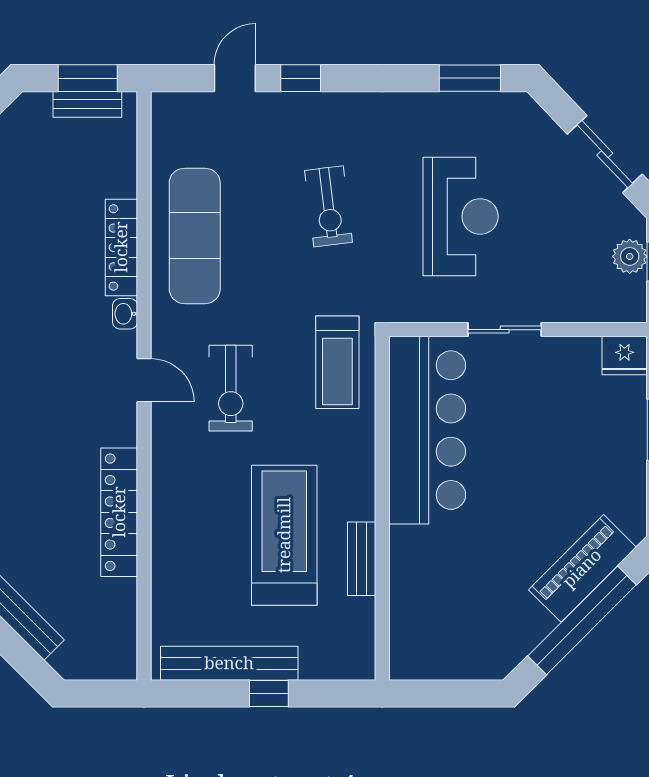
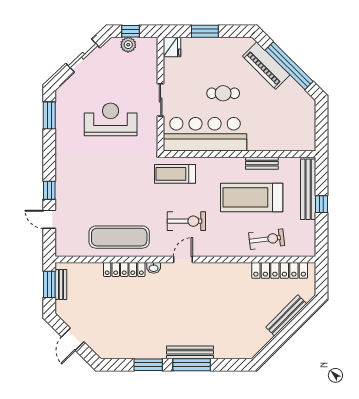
exercise bike: (329, 206) -> (267, 239), moved
treadmill: (337, 362) -> (175, 174), turned 180
cafe table: (520, 471) -> (223, 93), added
locker: (119, 512) -> (280, 270), moved
bench: (229, 663) -> (308, 189), moved

